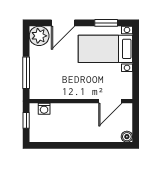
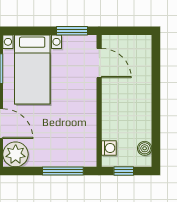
window: (136, 80) -> (72, 31), added
boiler: (127, 137) -> (145, 148), moved

